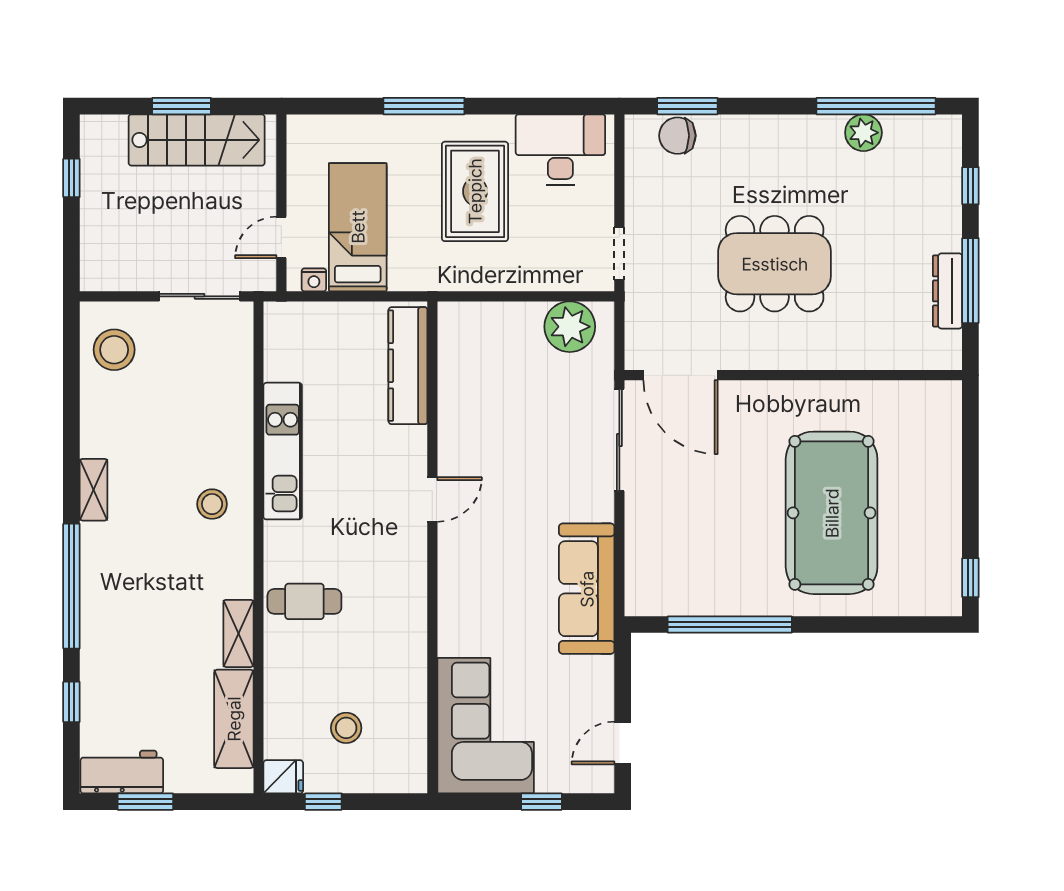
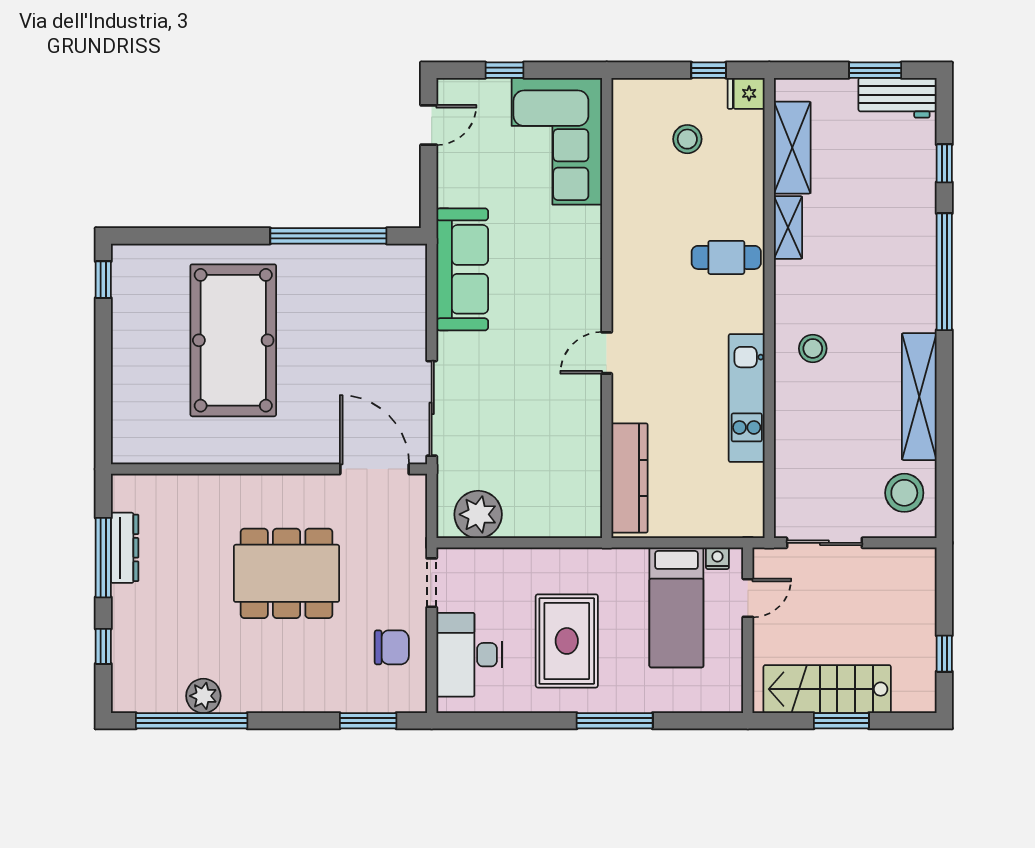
chair: (677, 136) -> (392, 647), moved
desk: (560, 149) -> (469, 655), moved, turned 90
shelving: (94, 490) -> (919, 397), width x2.20, depth x1.33

